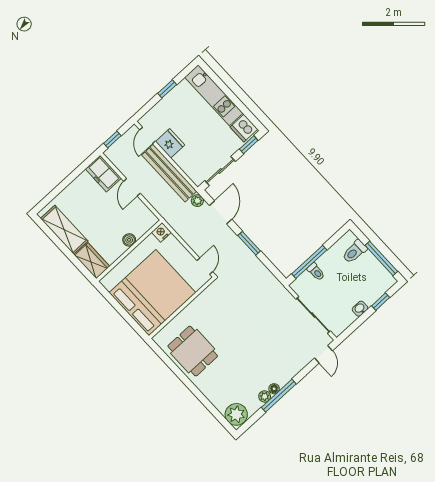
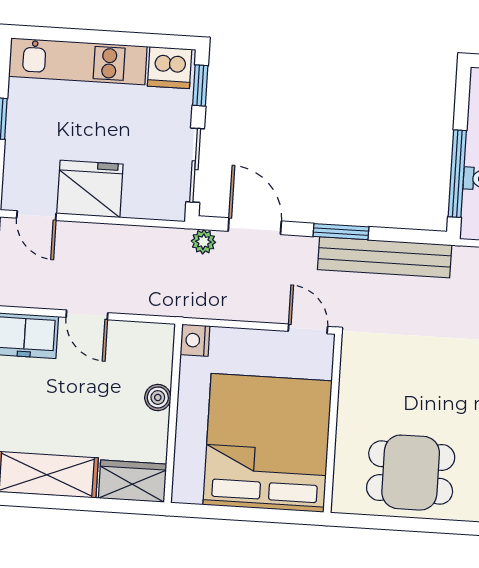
fridge: (170, 143) -> (90, 189), width x1.36, depth x1.34
bench: (169, 173) -> (385, 257), moved

